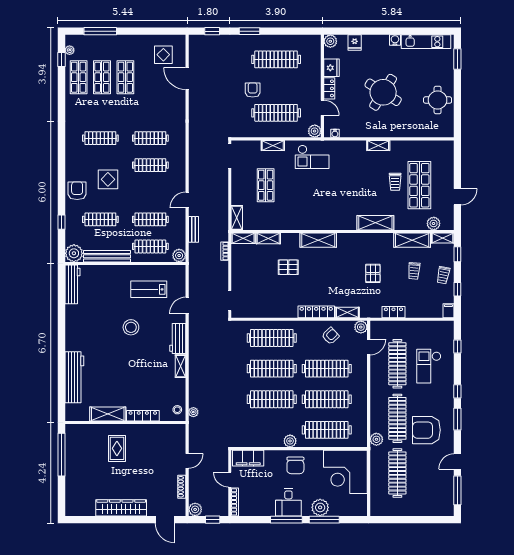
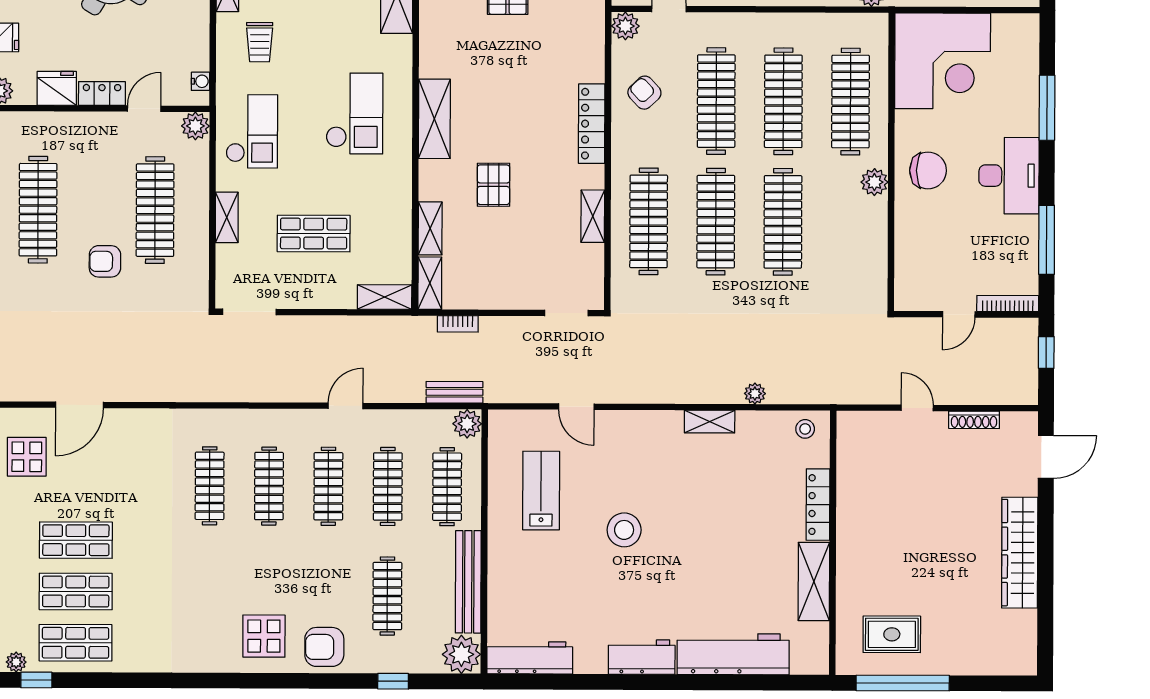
clothes rail: (100, 138) -> (328, 486), moved
trolley: (353, 160) -> (260, 42), added
display table: (108, 179) -> (264, 636), moved
door: (187, 200) -> (346, 406), swing flipped
checkout: (321, 204) -> (354, 113), added
bench: (193, 229) -> (454, 392), moved
lab bench: (149, 289) -> (541, 491), turned 180
shelving: (347, 312) -> (593, 216), moved
workbench: (178, 339) -> (642, 657), moved, turned 180
plant: (193, 412) -> (755, 394), moved
rug: (117, 448) -> (892, 634), moved
filing cabinet: (248, 458) -> (912, 274), removed
desk: (288, 502) -> (1009, 176), width x1.37
plant: (320, 507) -> (1020, 117), removed
plant: (195, 509) -> (1024, 391), removed
window: (286, 520) -> (1047, 240), moved

